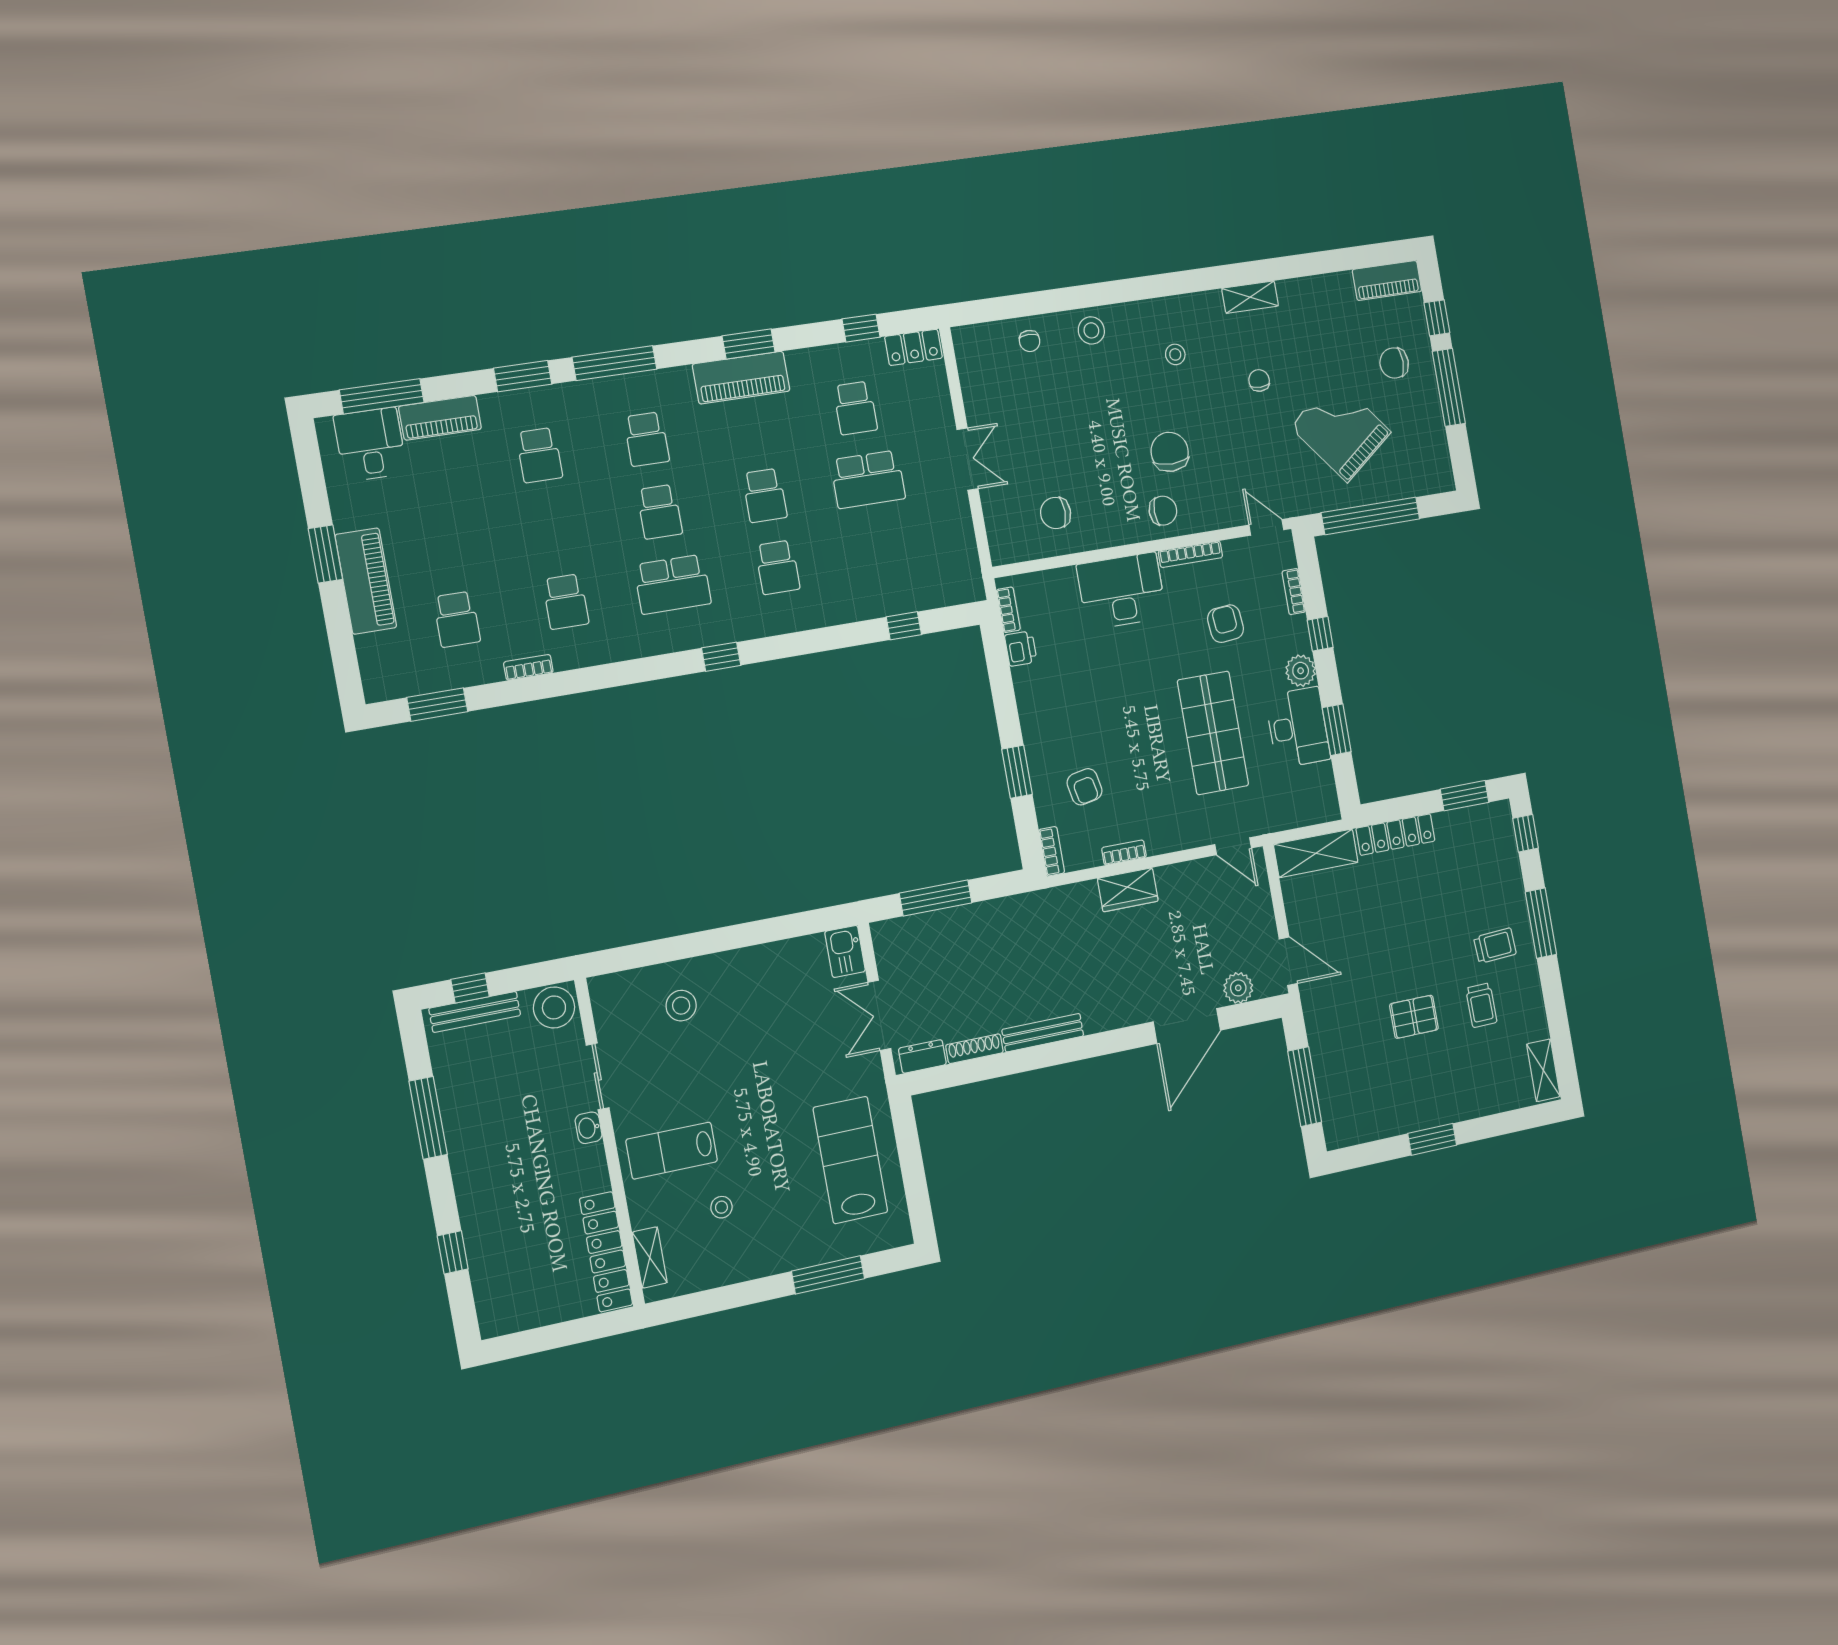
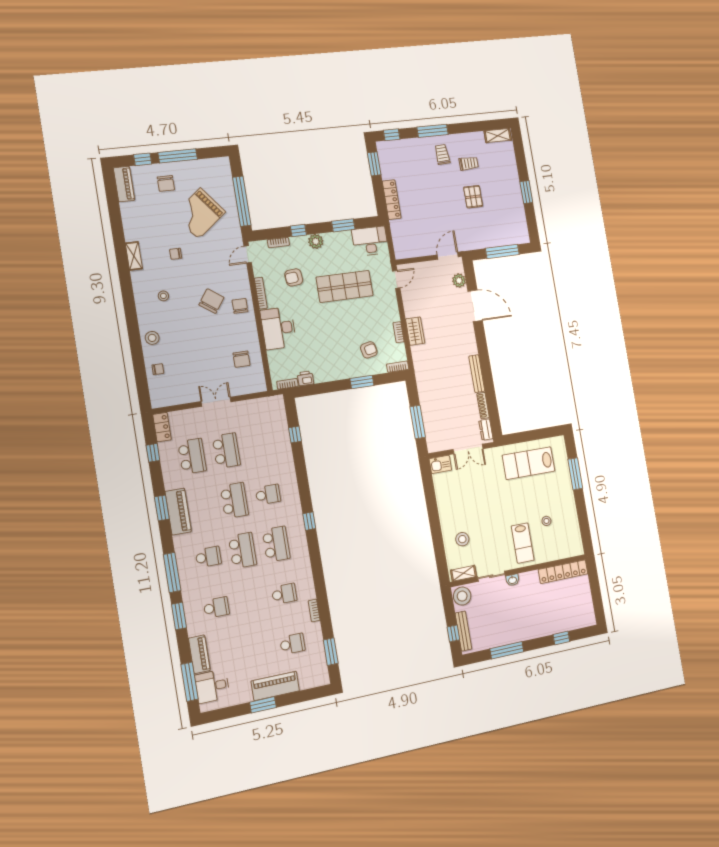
school desk: (855, 408) -> (192, 456), width x1.85
chair: (1170, 452) -> (211, 301), turned 126
school desk: (765, 495) -> (234, 500), width x1.85
school desk: (659, 512) -> (242, 550), width x1.85
desk: (1298, 727) -> (370, 241), moved
shelving: (1316, 853) -> (400, 239), removed
shelving: (650, 1257) -> (464, 573), moved

